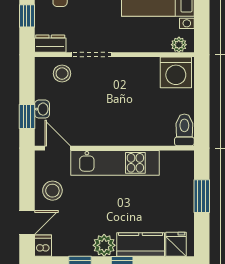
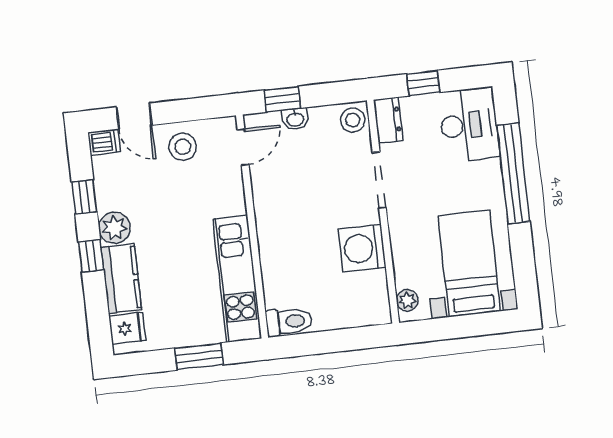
washing machine: (176, 72) -> (362, 248), moved
stool: (62, 74) -> (353, 120), moved
kitchen unit: (115, 163) -> (237, 279), moved

